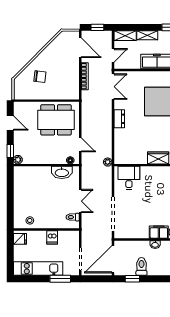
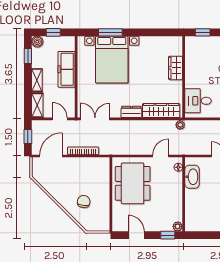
door: (10, 123) -> (136, 235), hinge flipped
wardrobe: (120, 145) -> (161, 111), added

